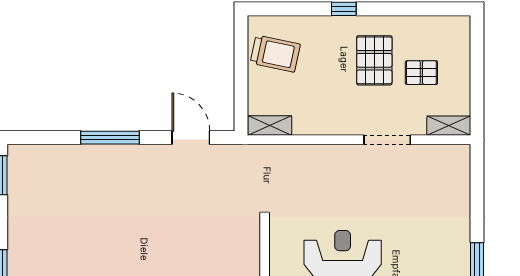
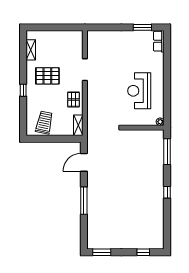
pallet: (421, 73) -> (74, 99), moved
shelving: (449, 126) -> (31, 50), moved

